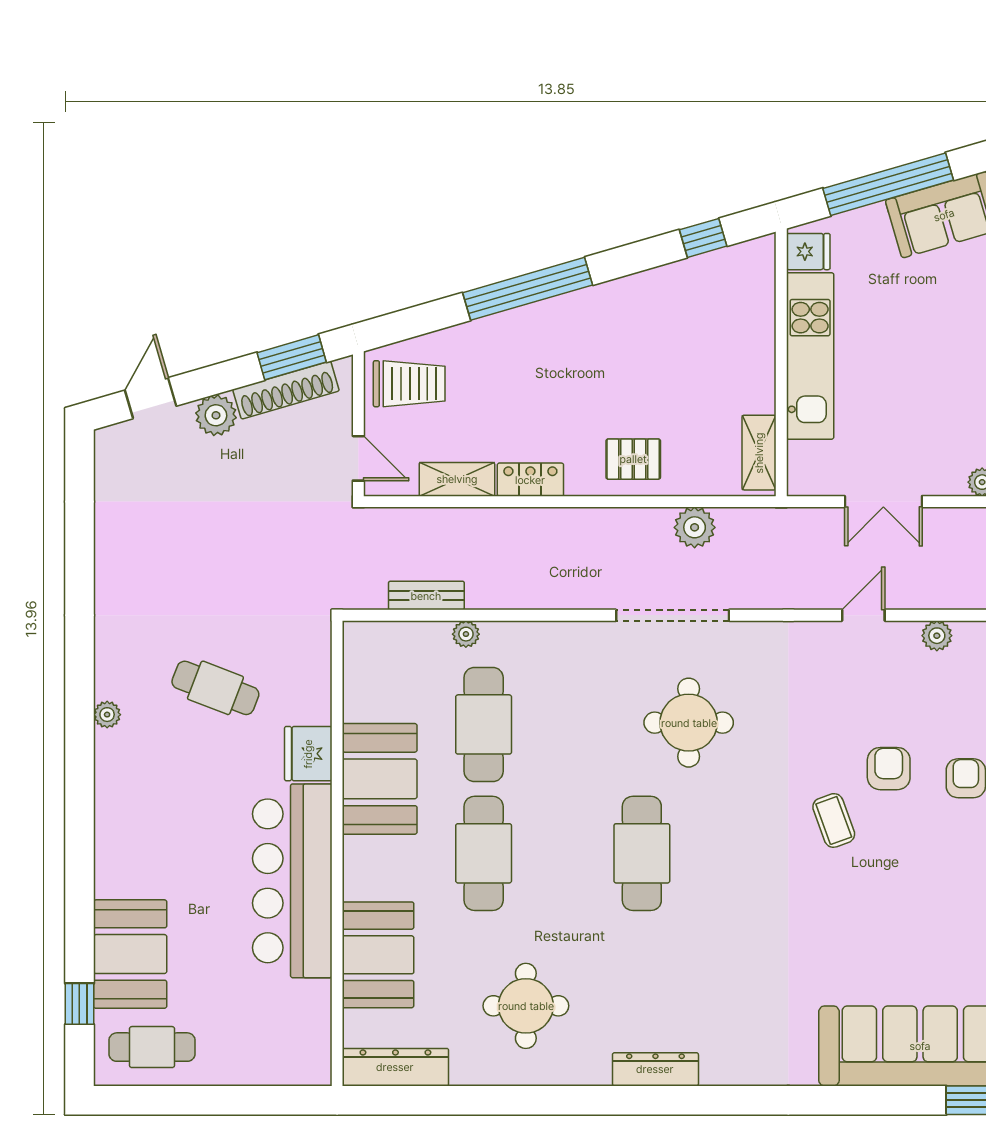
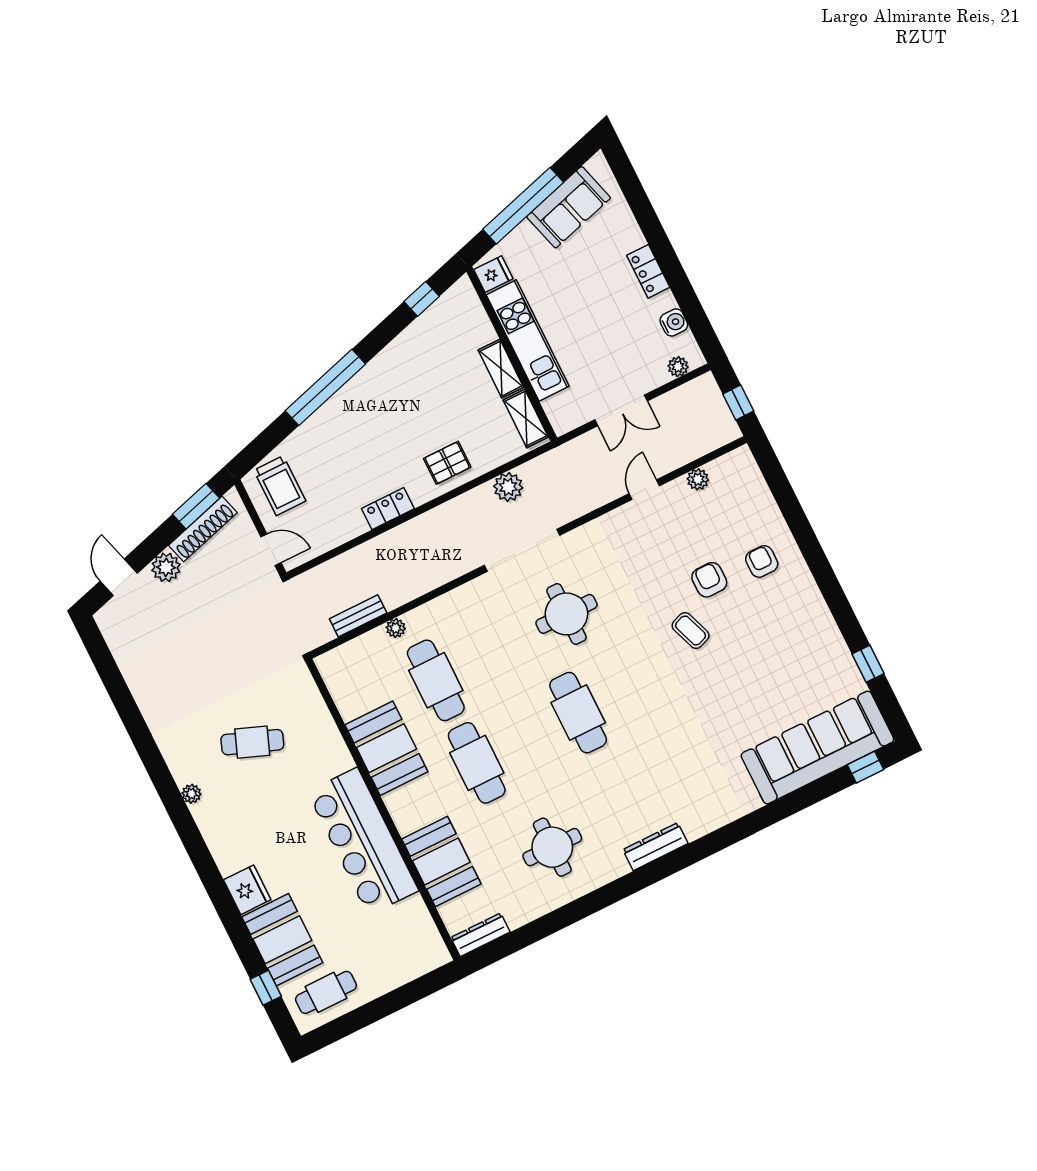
trolley: (409, 384) -> (280, 486), turned 90
shelving: (457, 479) -> (501, 369), moved, turned 90
fridge: (308, 754) -> (247, 890), moved, turned 180
dresser: (395, 1067) -> (480, 935), width x0.73, depth x0.80

